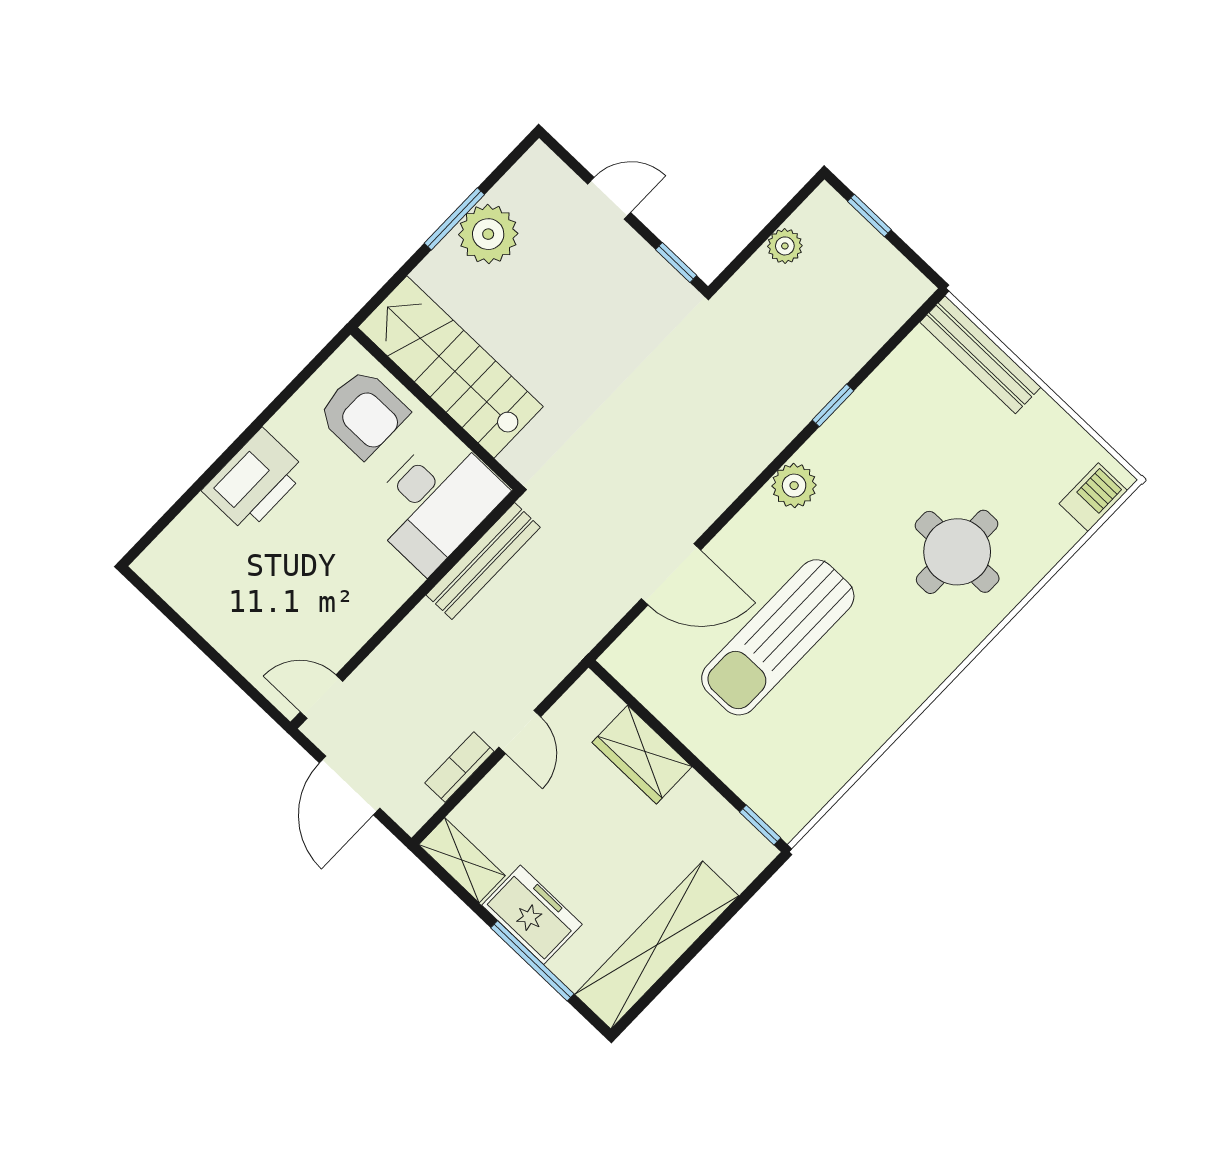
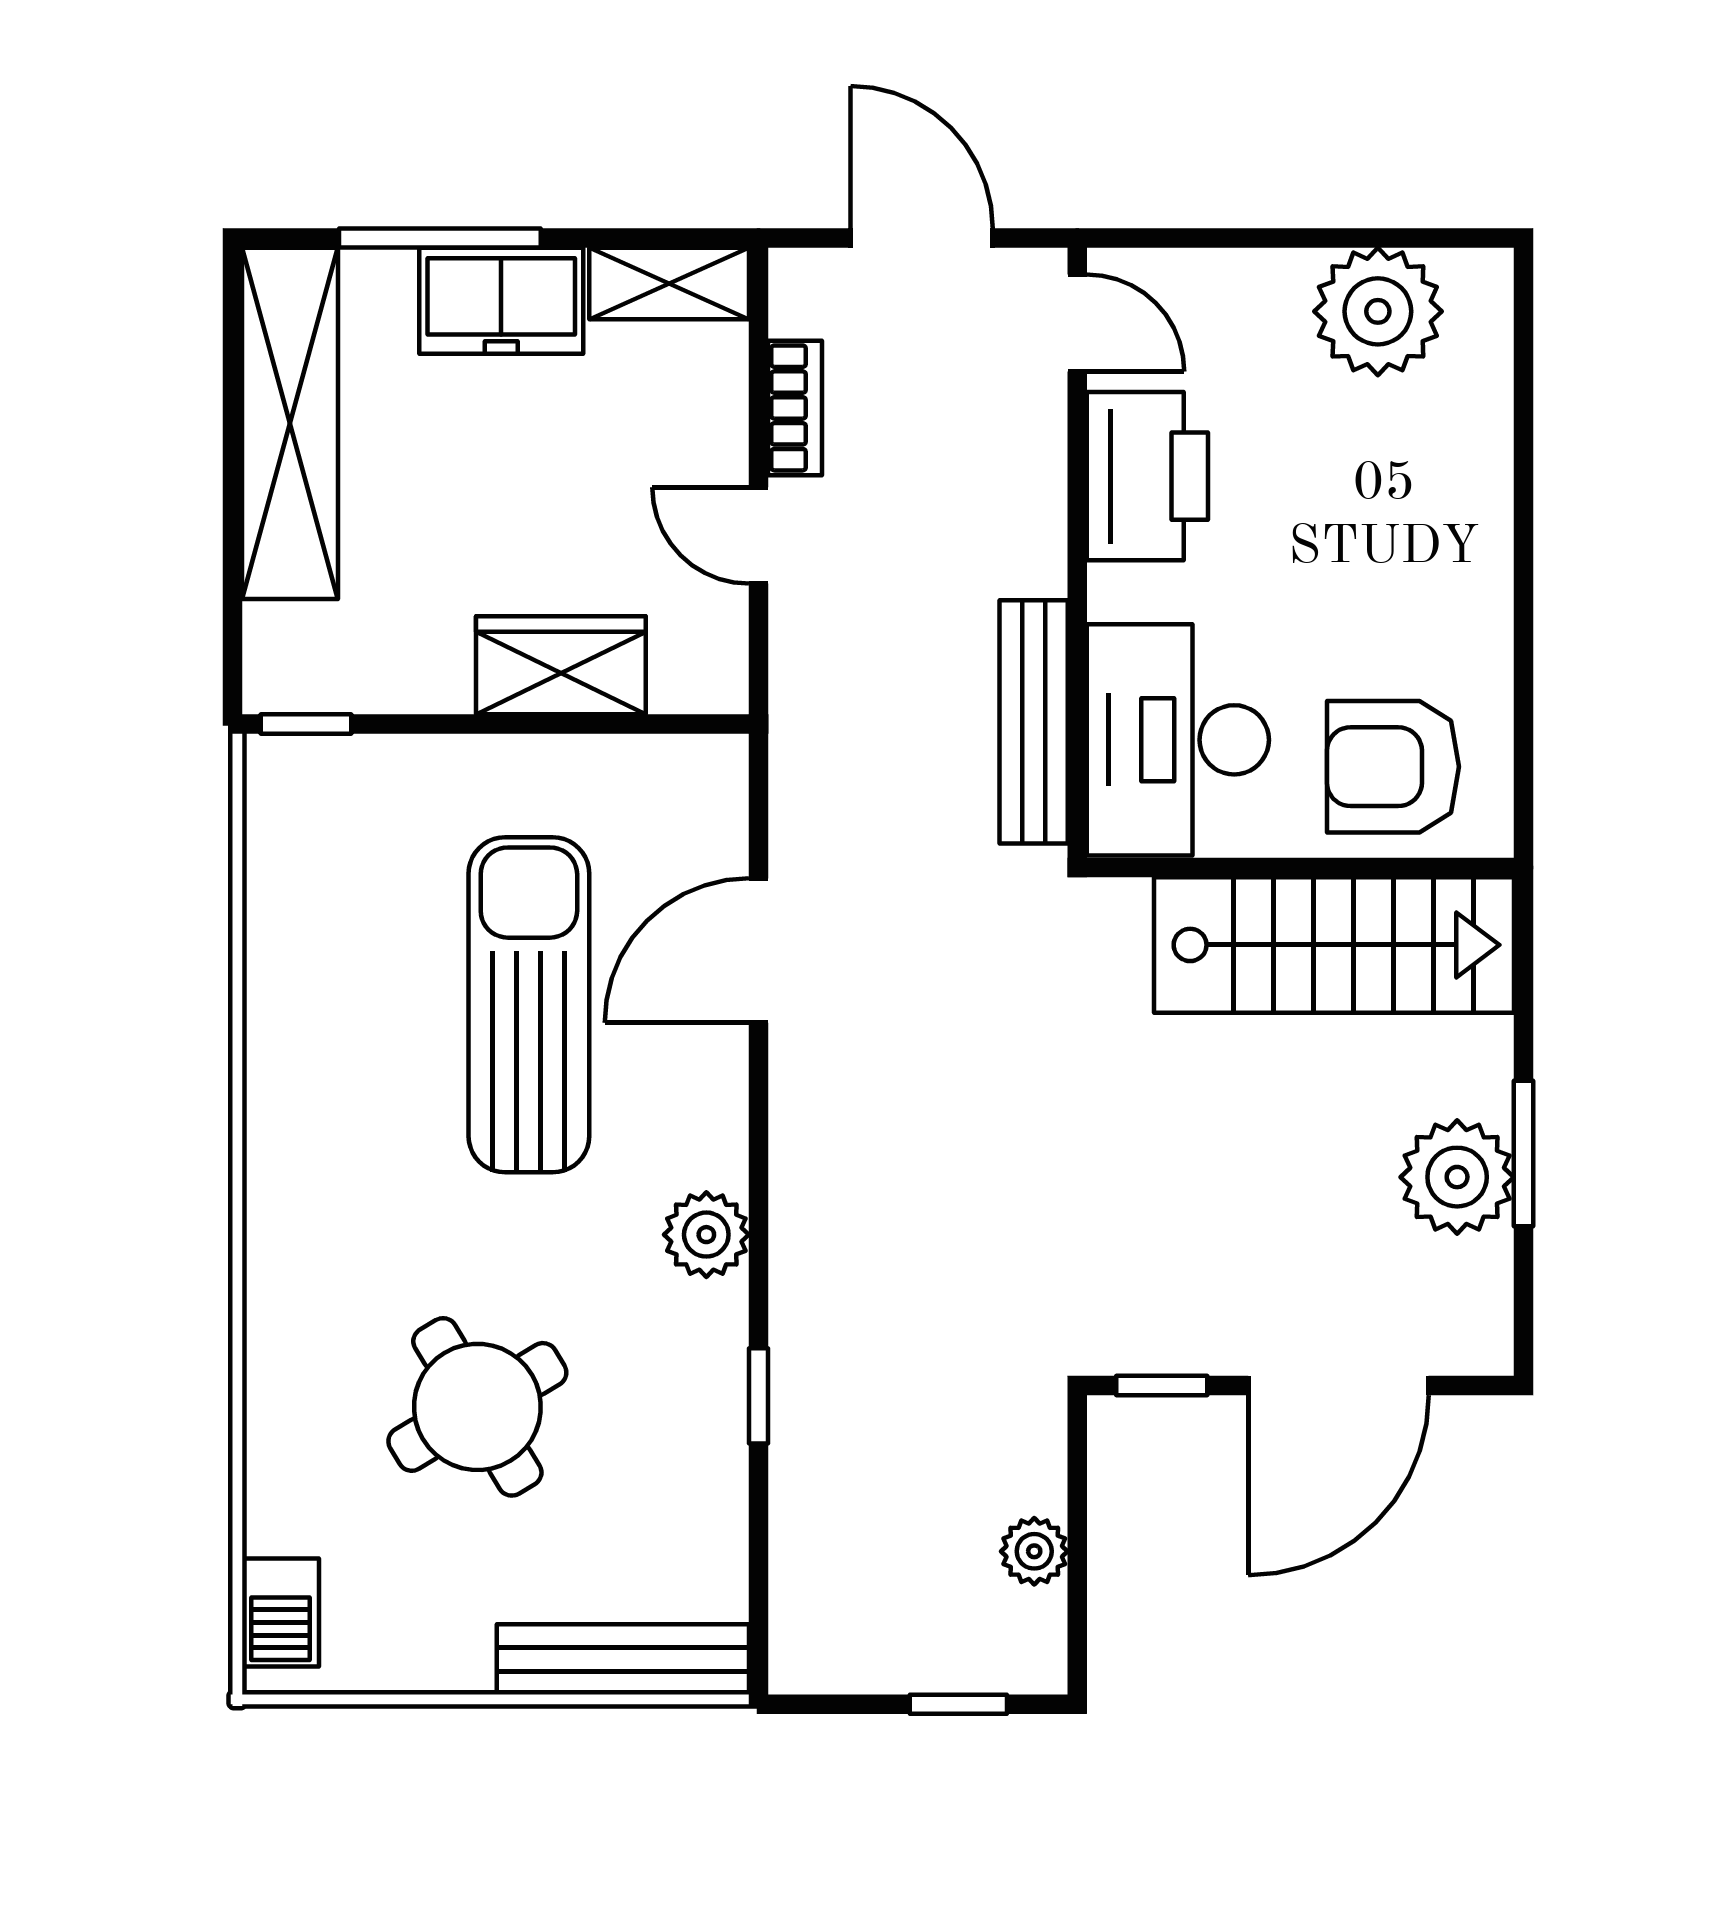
door: (609, 198) -> (1338, 1385), width x1.87
printer: (254, 481) -> (1147, 476), moved, turned 180
round table: (957, 552) -> (477, 1407), moved, turned -31
plant: (203, 592) -> (1378, 311), added
door: (321, 697) -> (1077, 323), hinge flipped

